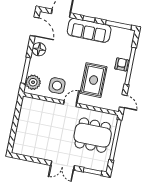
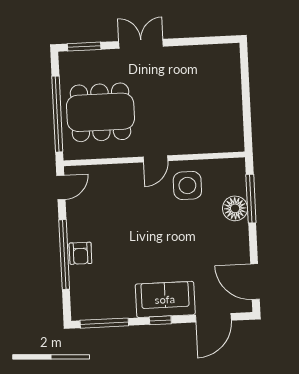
sofa: (89, 30) -> (165, 299), width x0.73
floor lamp: (39, 49) -> (235, 208), moved
rug: (94, 80) -> (124, 212), removed
plant: (33, 82) -> (232, 181), removed
door: (123, 101) -> (61, 187), swing flipped

